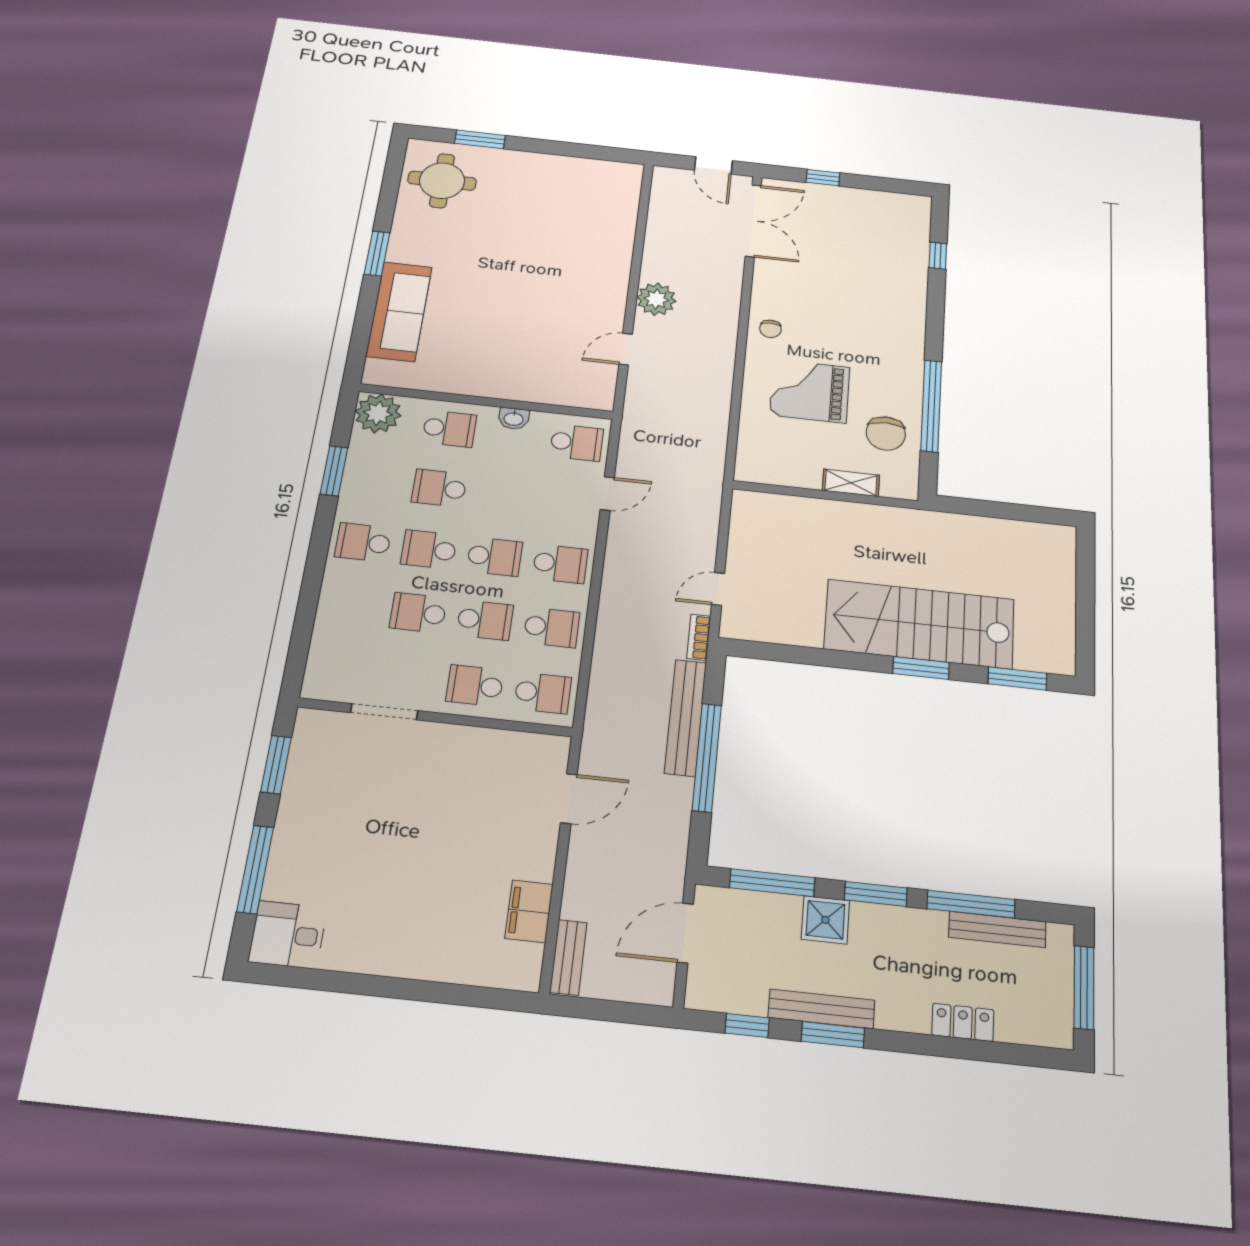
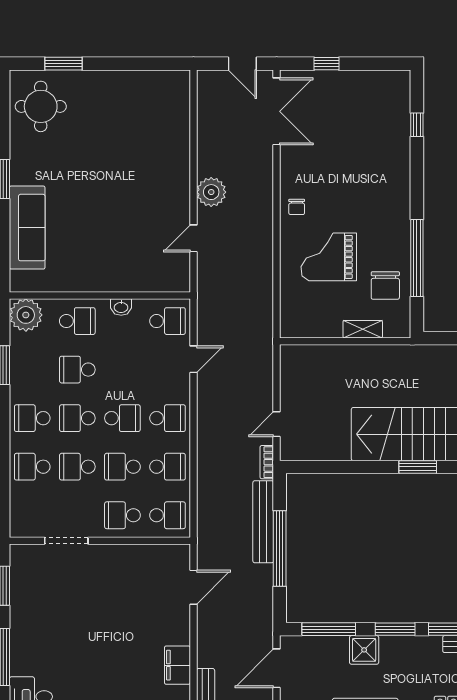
school desk: (351, 606) -> (32, 467), added
school desk: (485, 620) -> (122, 467), turned 180

